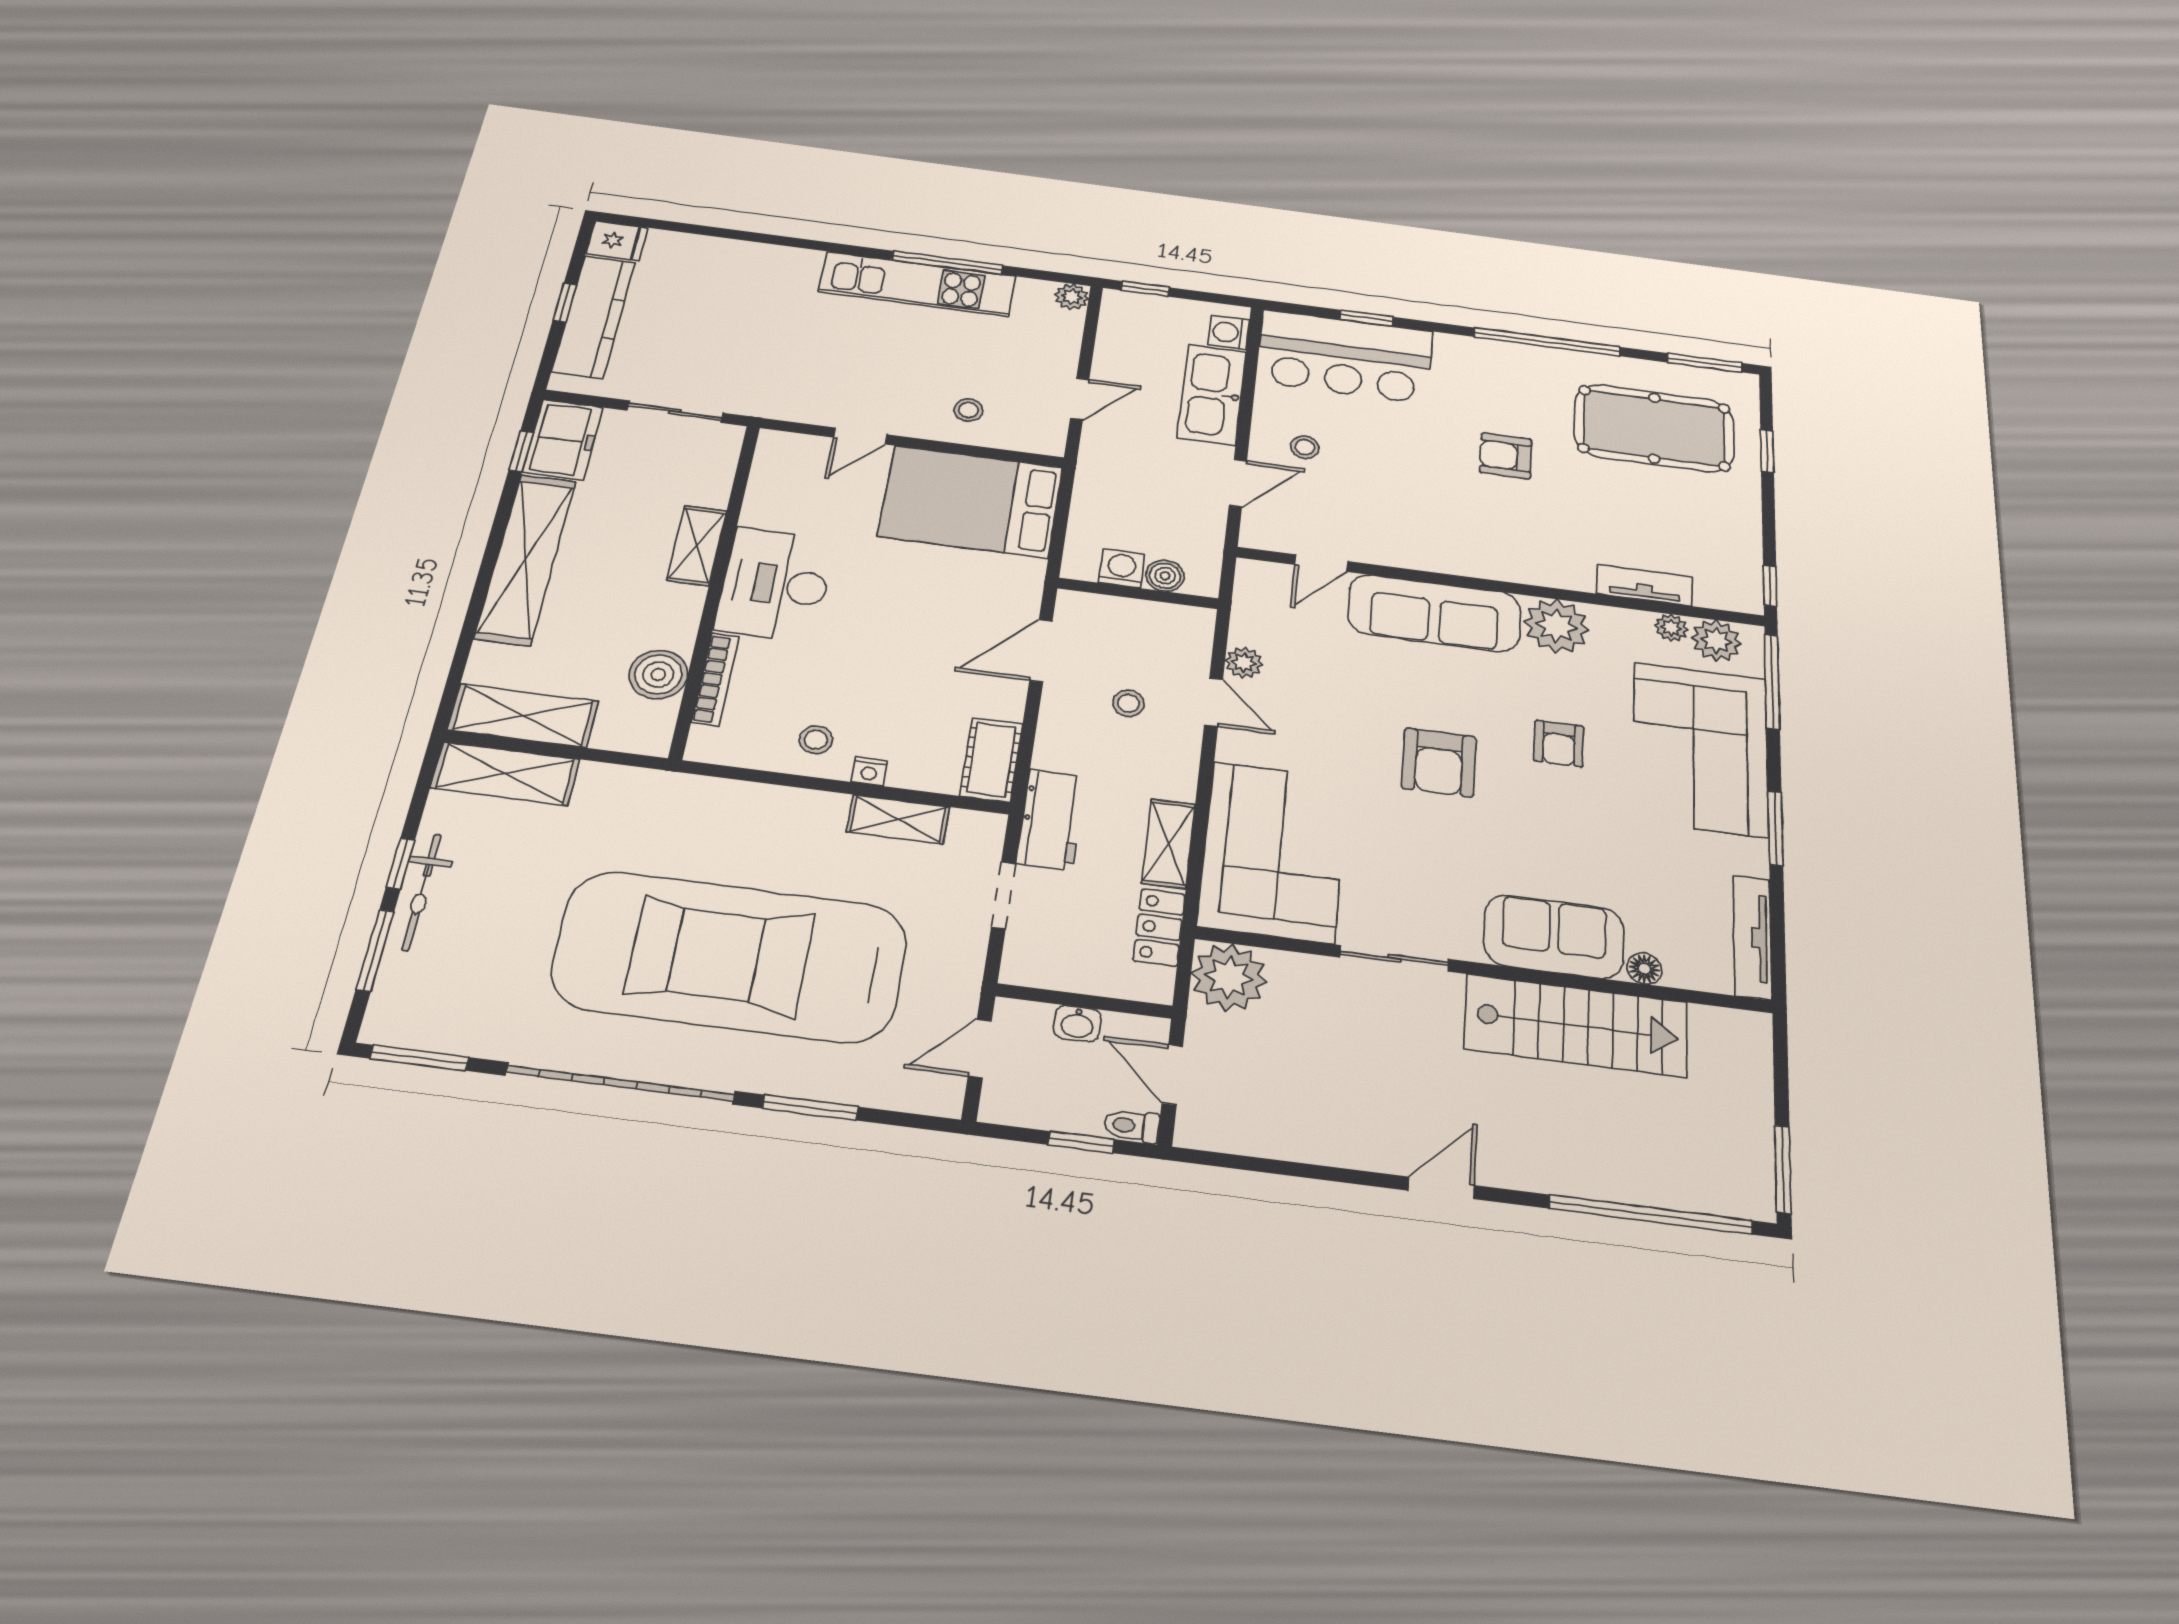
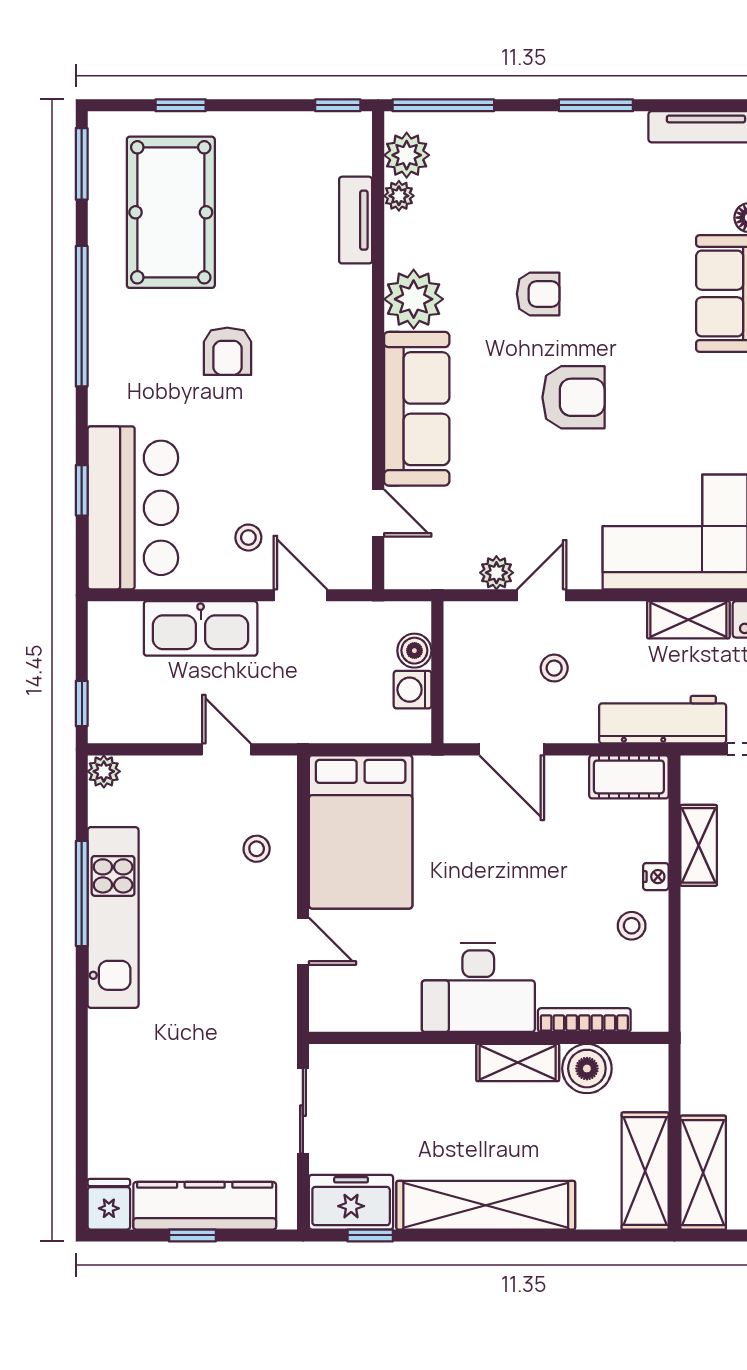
washing machine: (1229, 332) -> (122, 620), removed
shelving: (697, 545) -> (518, 1062), moved
corner sofa: (1700, 749) -> (524, 170), removed
workbench: (1051, 820) -> (663, 720), width x1.38

